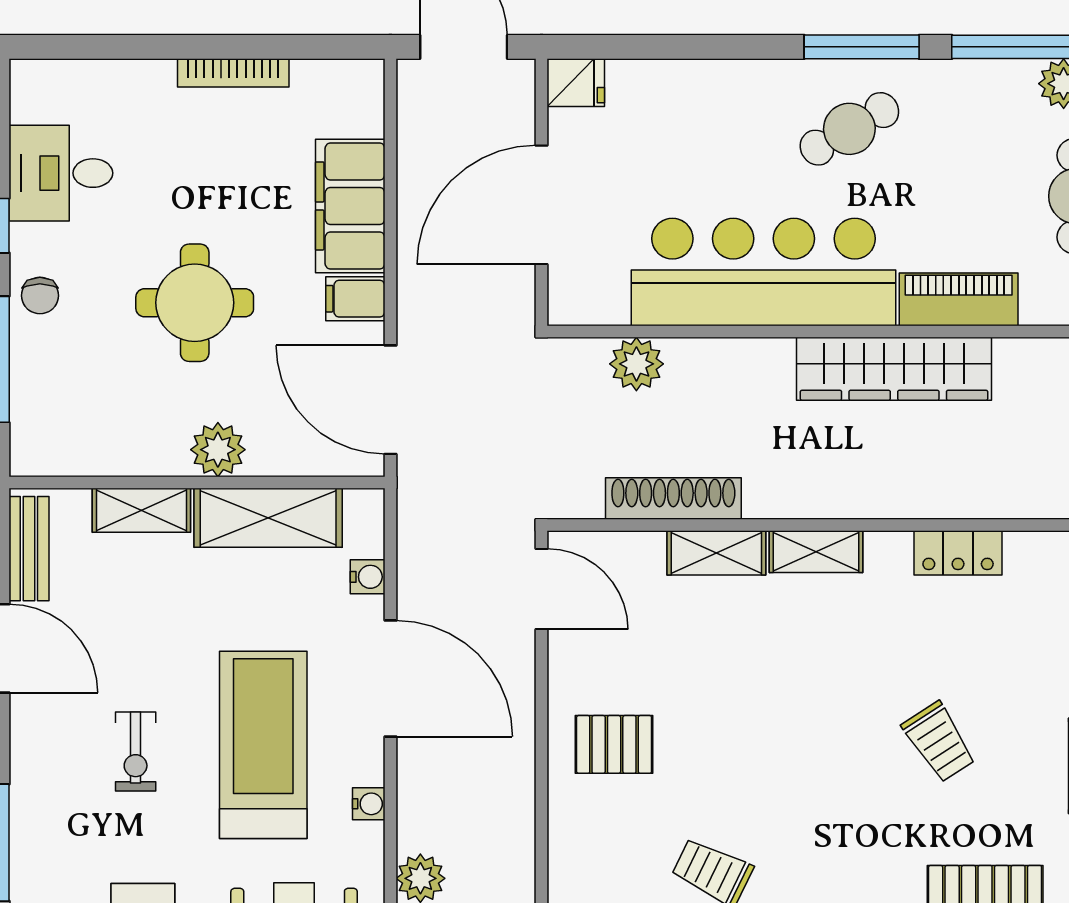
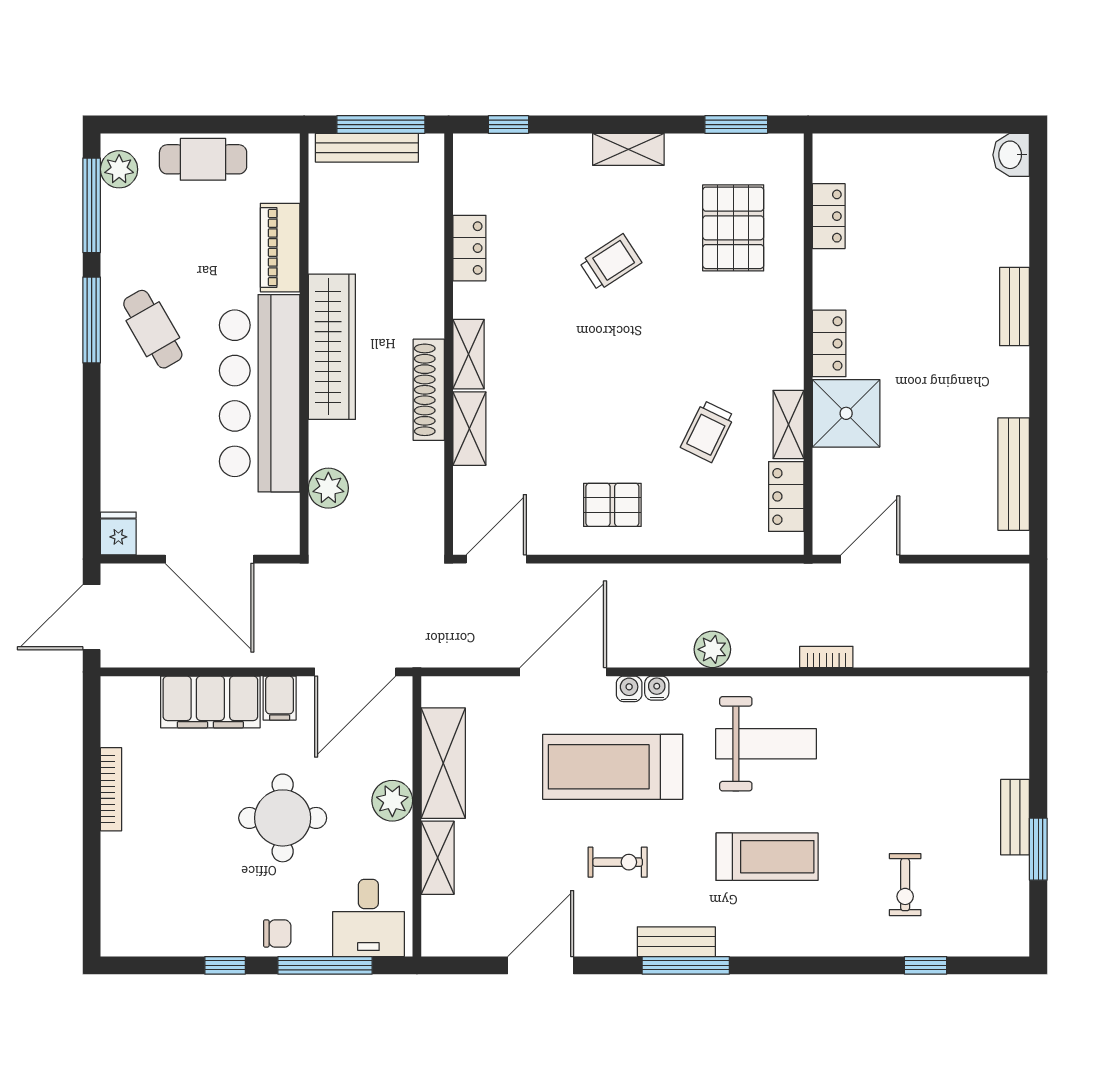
desk: (61, 173) -> (368, 918), moved
wardrobe: (894, 369) -> (332, 347), moved
shoe rack: (673, 498) -> (429, 390), moved
bench: (29, 549) -> (676, 942), moved
water cooler: (368, 577) -> (629, 689), moved
pallet: (614, 744) -> (612, 505), turned 90

